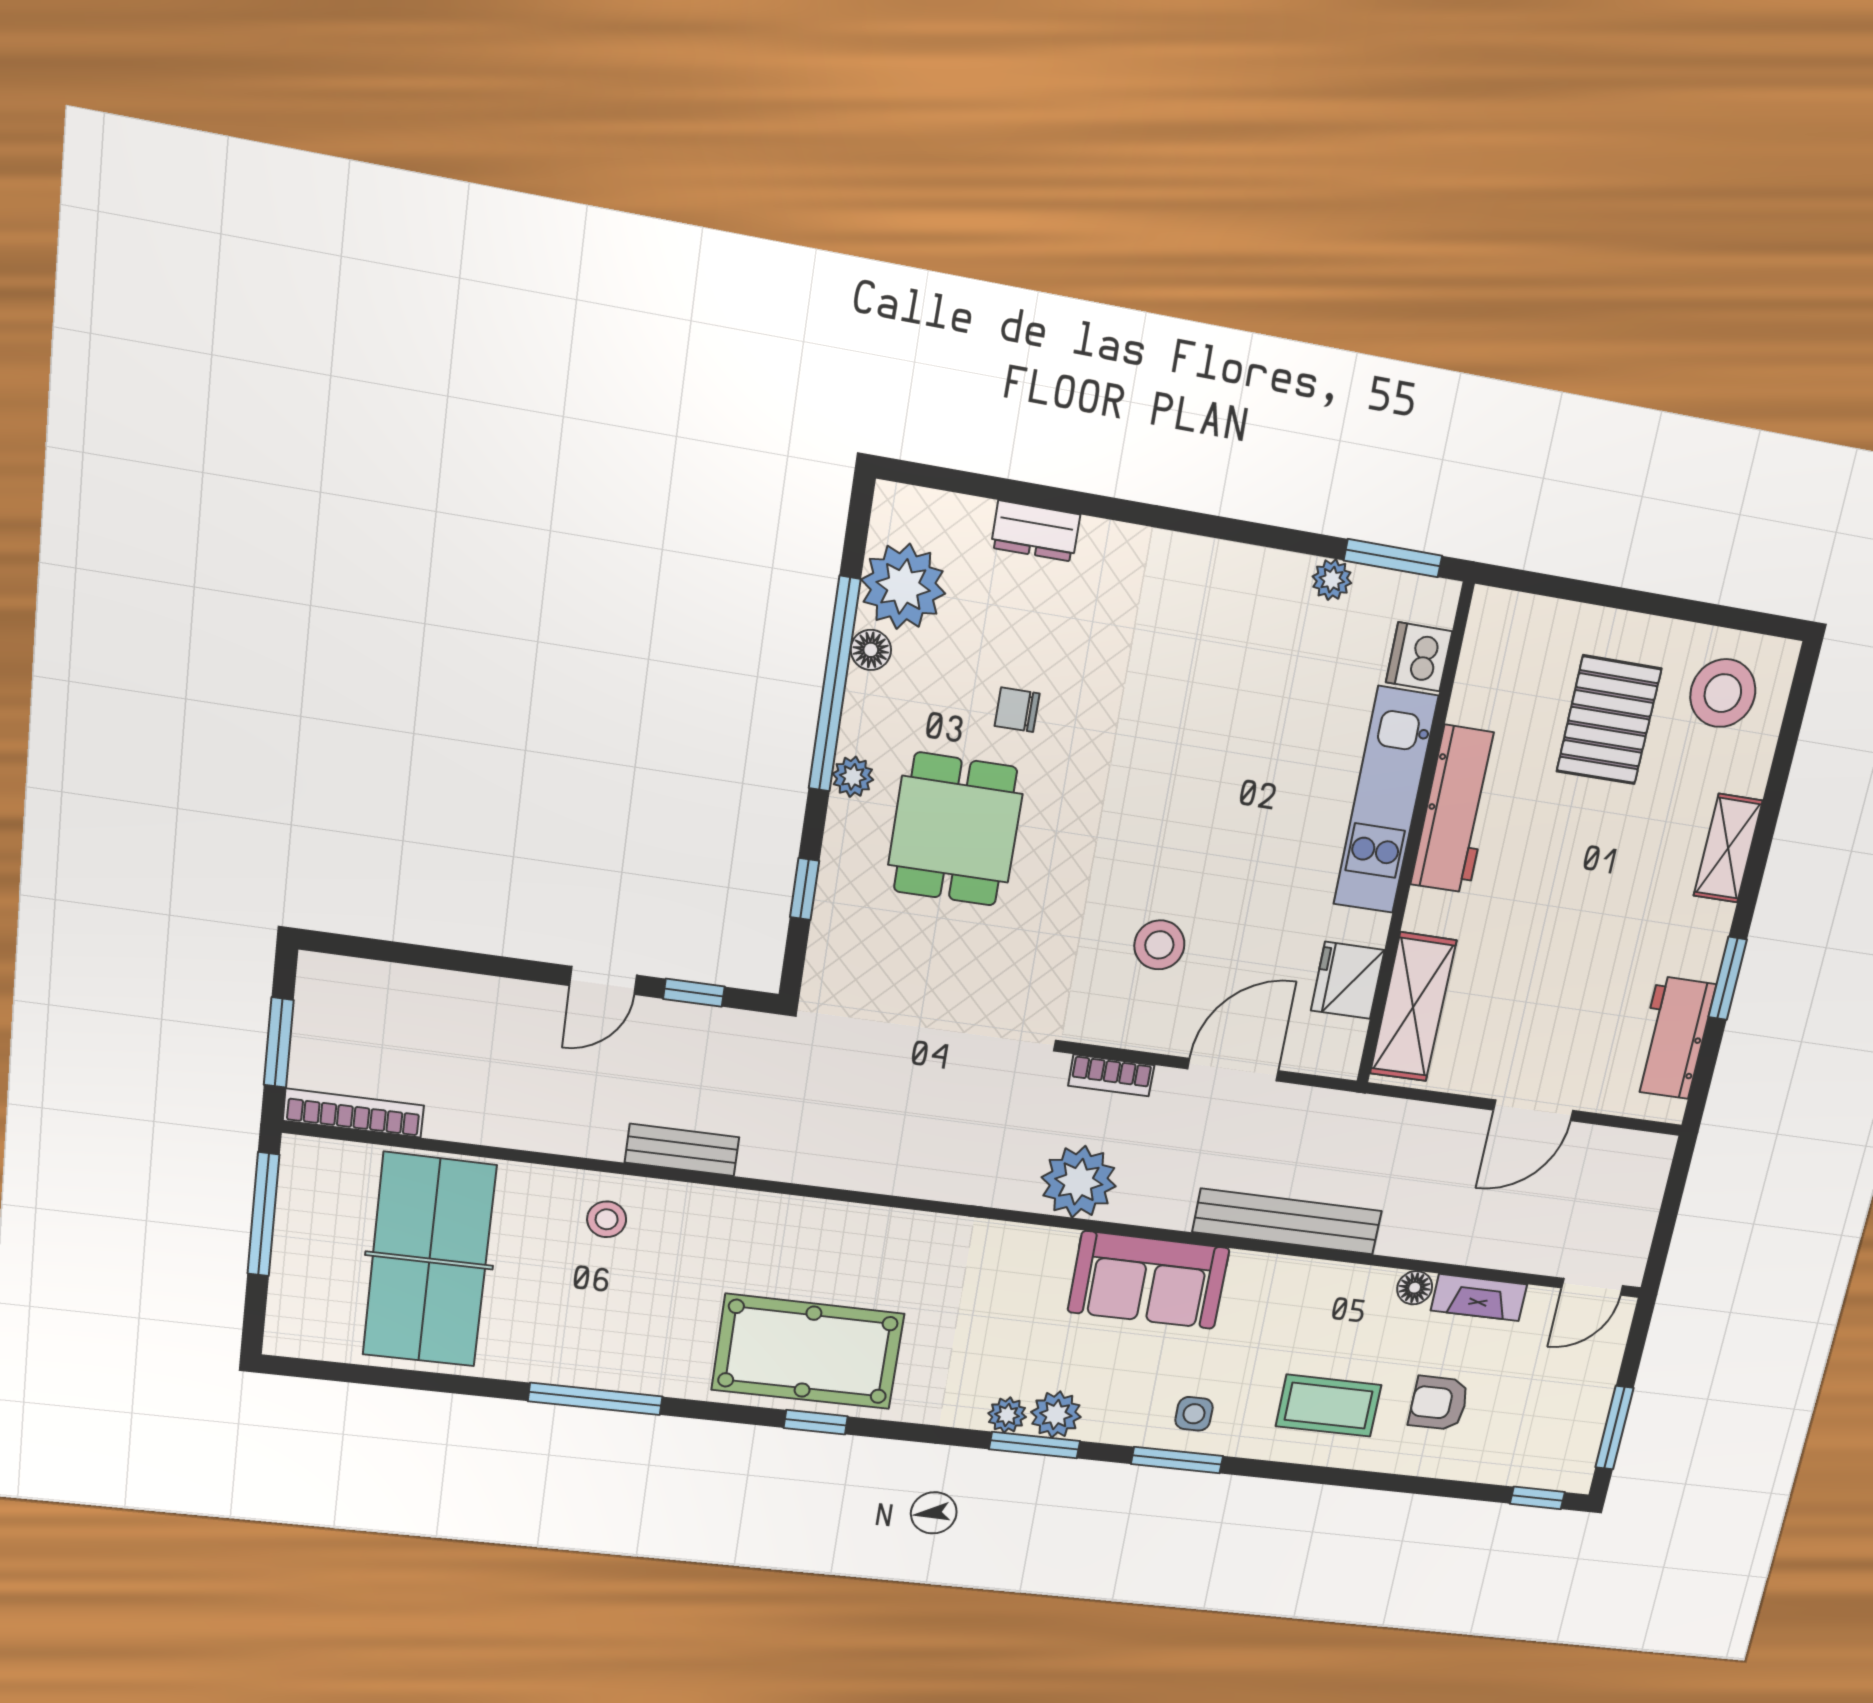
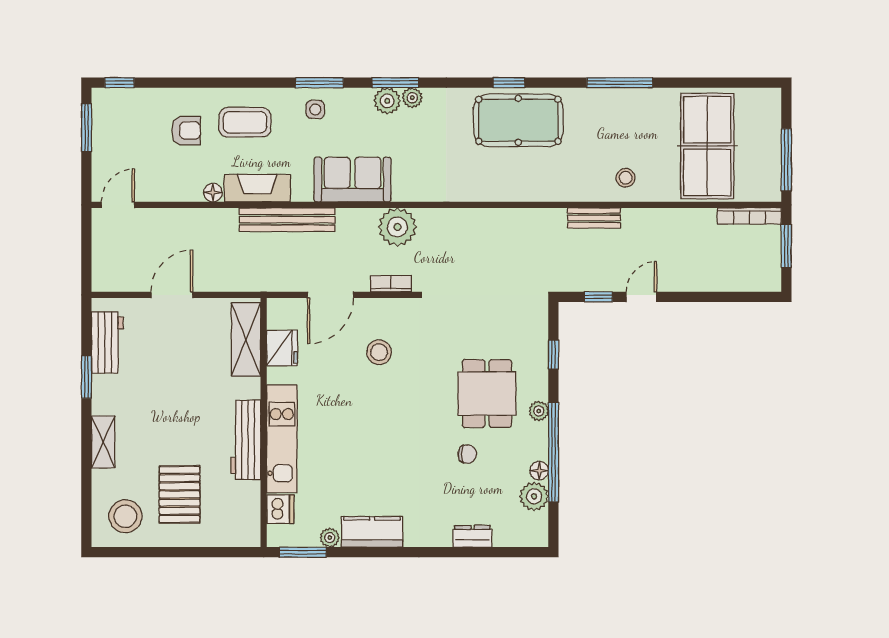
kitchen counter: (1243, 577) -> (372, 532), added
plant: (903, 586) -> (534, 496), width x0.73, depth x0.73
fireplace: (1479, 1297) -> (257, 188), moved, width x1.37, depth x1.32

